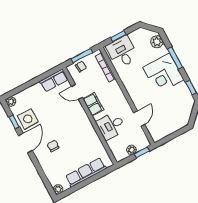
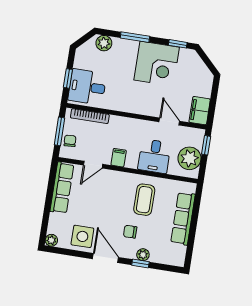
corner desk: (163, 74) -> (157, 64), moved
row of seats: (54, 81) -> (62, 188), width x1.48
filing cabinet: (93, 104) -> (119, 158), width x0.50
window: (14, 122) -> (140, 264), moved
filing cabinet: (160, 132) -> (200, 111), added
coffee table: (79, 140) -> (144, 200), added
plant: (132, 150) -> (189, 158), width x1.87, depth x1.87
plant: (58, 189) -> (143, 255), moved

